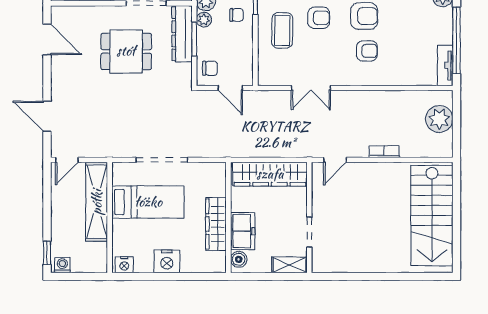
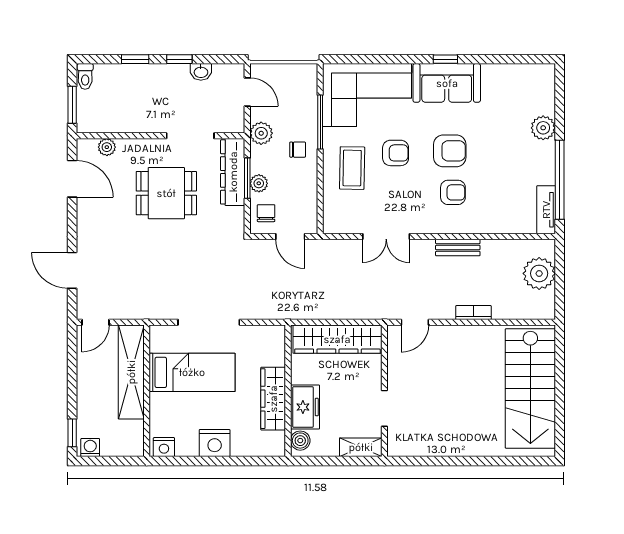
plant: (76, 13) -> (107, 147), added
plant: (204, 20) -> (259, 183), moved
chair: (210, 68) -> (266, 213), turned -90
bench: (371, 97) -> (458, 248), added

